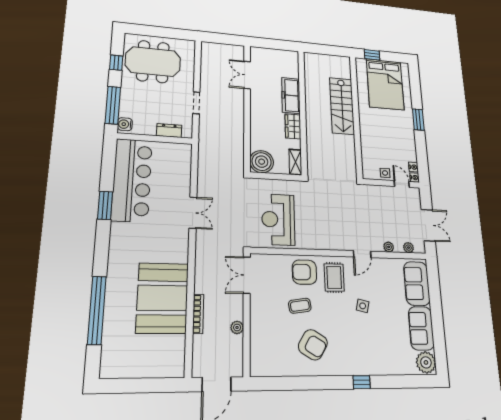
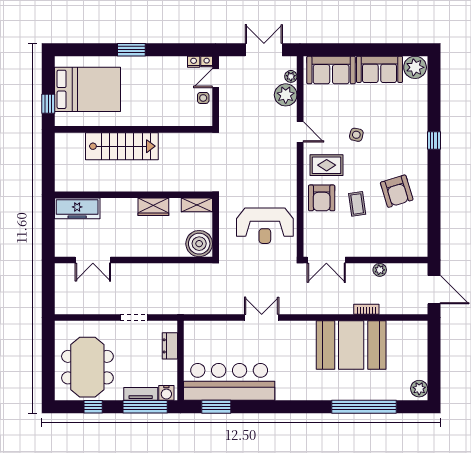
freezer: (291, 95) -> (77, 208), moved
tv unit: (125, 103) -> (141, 394), added
window: (105, 205) -> (216, 407), moved
plant: (389, 247) -> (286, 95), width x1.88, depth x1.88
bookcase: (198, 314) -> (366, 309), width x0.64
armchair: (313, 345) -> (397, 191), turned 132
plant: (112, 369) -> (419, 389), added

